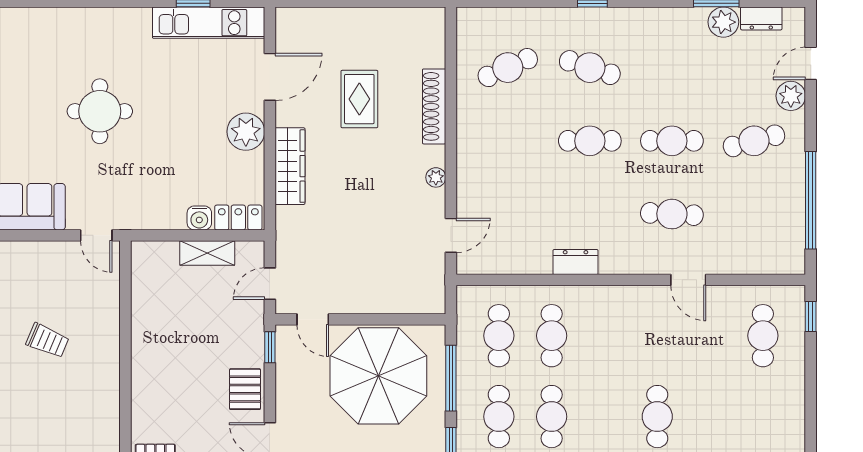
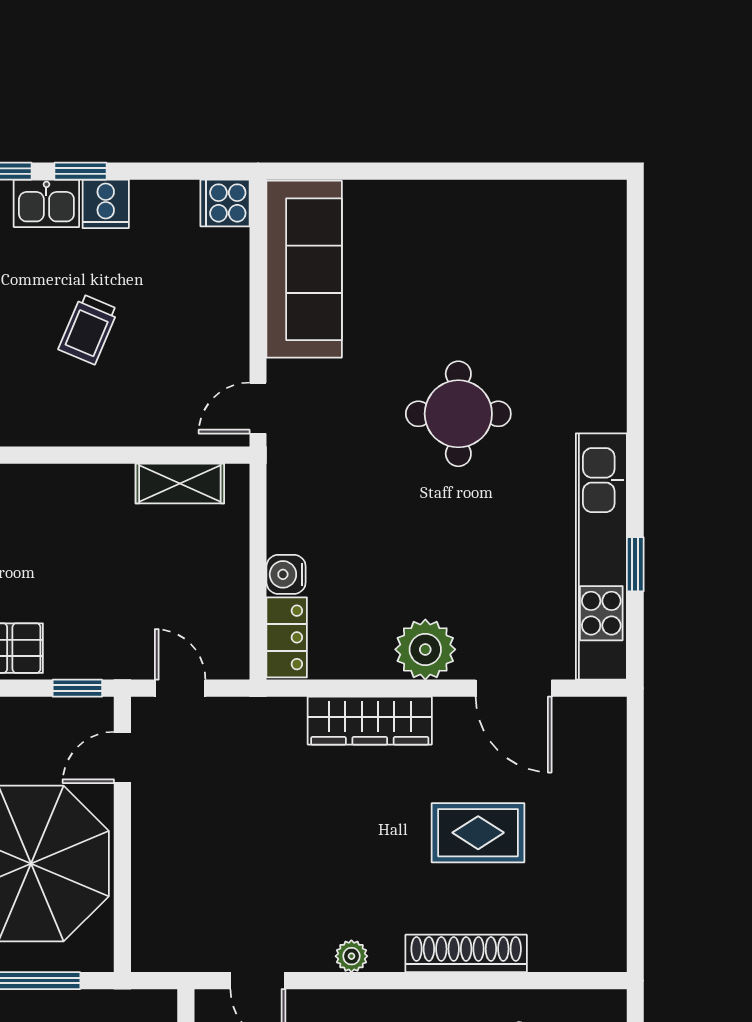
kitchen unit: (209, 23) -> (601, 556), width x1.36
shelving: (207, 253) -> (180, 483), moved, turned 90

